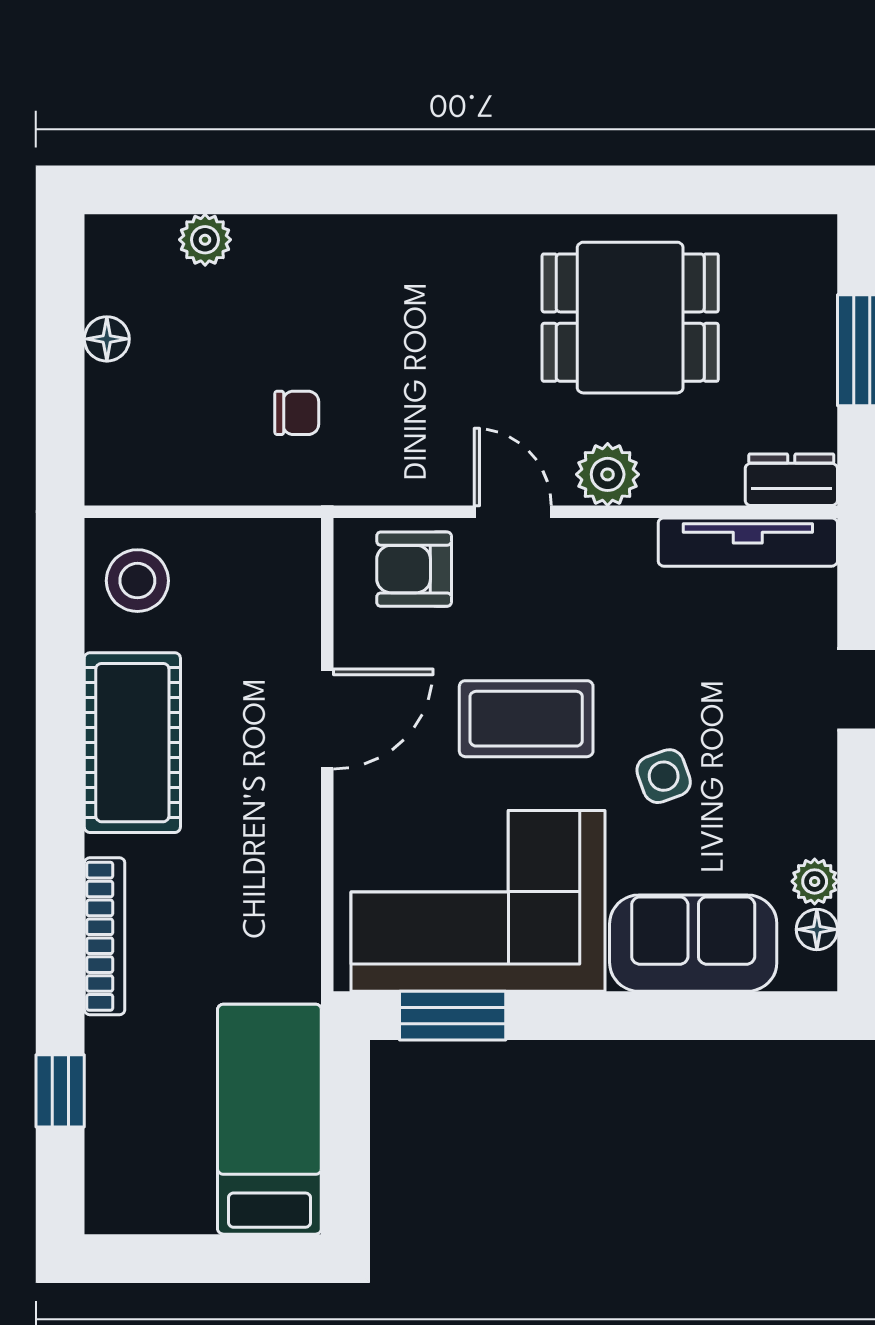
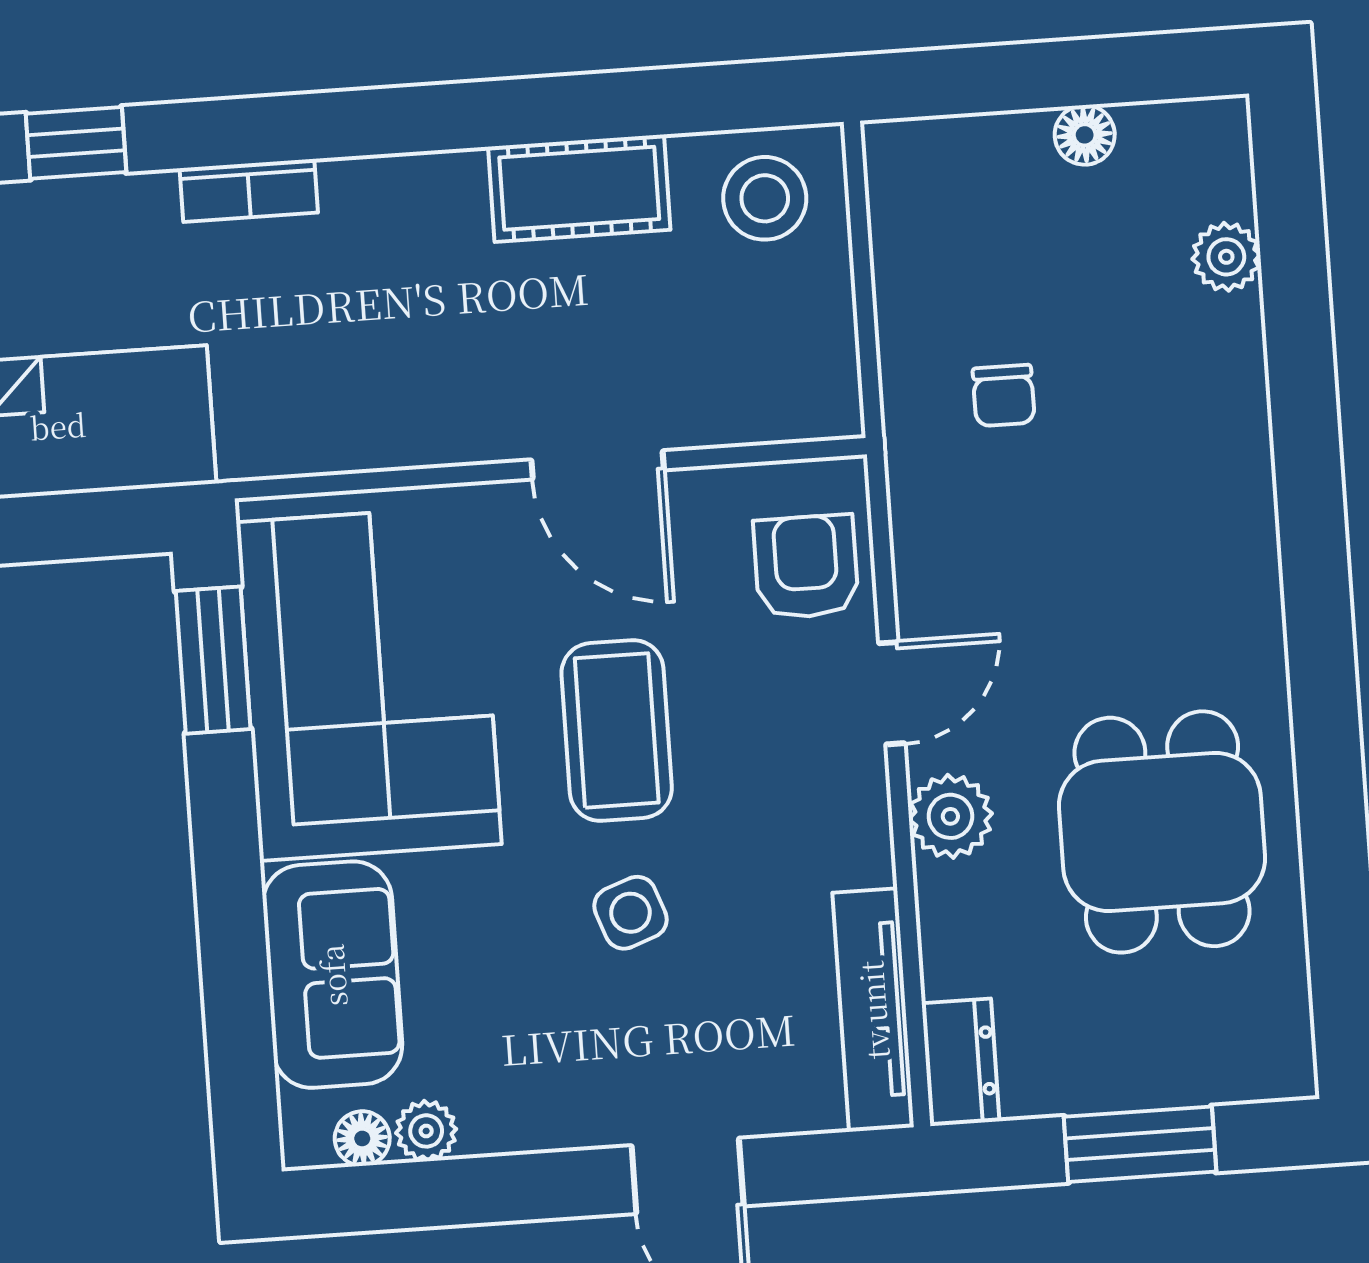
cot: (132, 743) -> (579, 188), width x0.73, depth x0.75
side table: (664, 776) -> (630, 913), moved
bookcase: (105, 936) -> (249, 190), width x0.64

